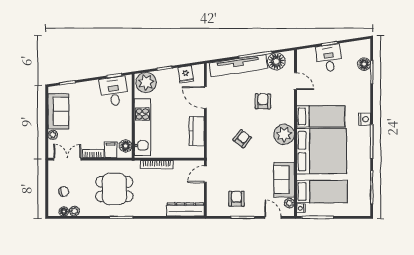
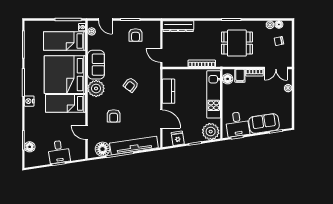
sofa: (58, 111) -> (264, 123), moved, turned 81
door: (205, 174) -> (161, 56), swing flipped
sofa: (284, 180) -> (96, 65), moved

